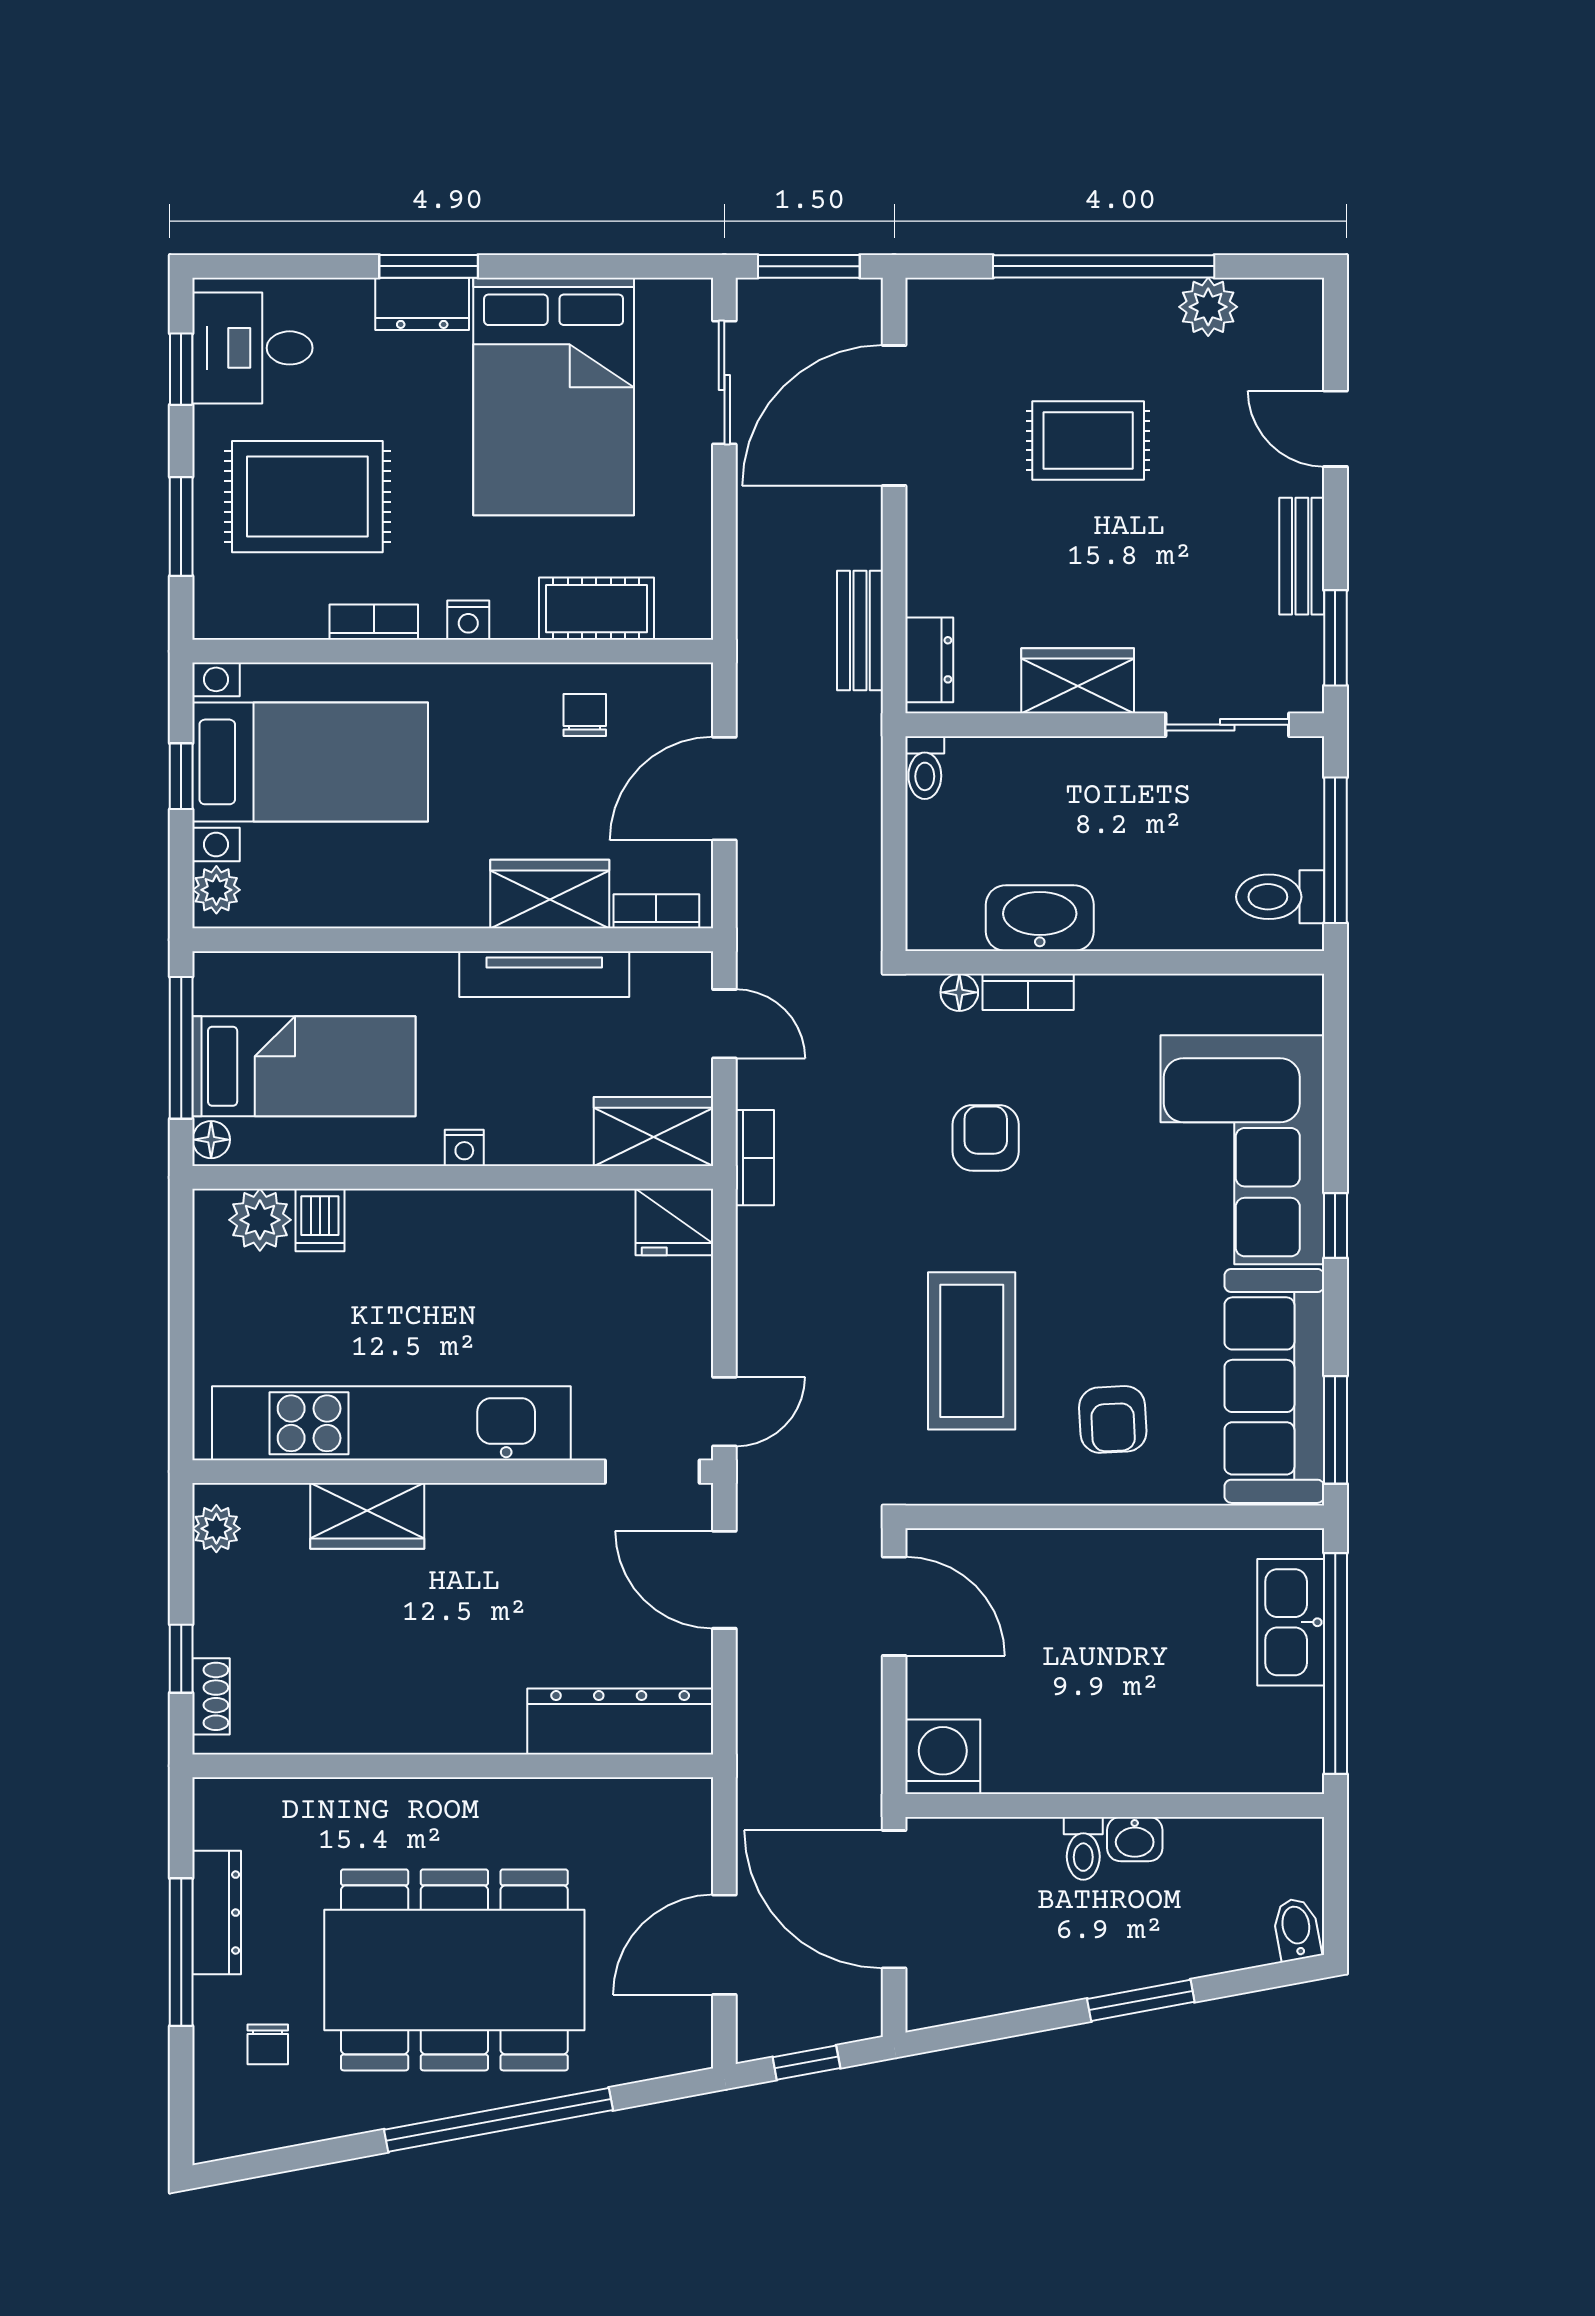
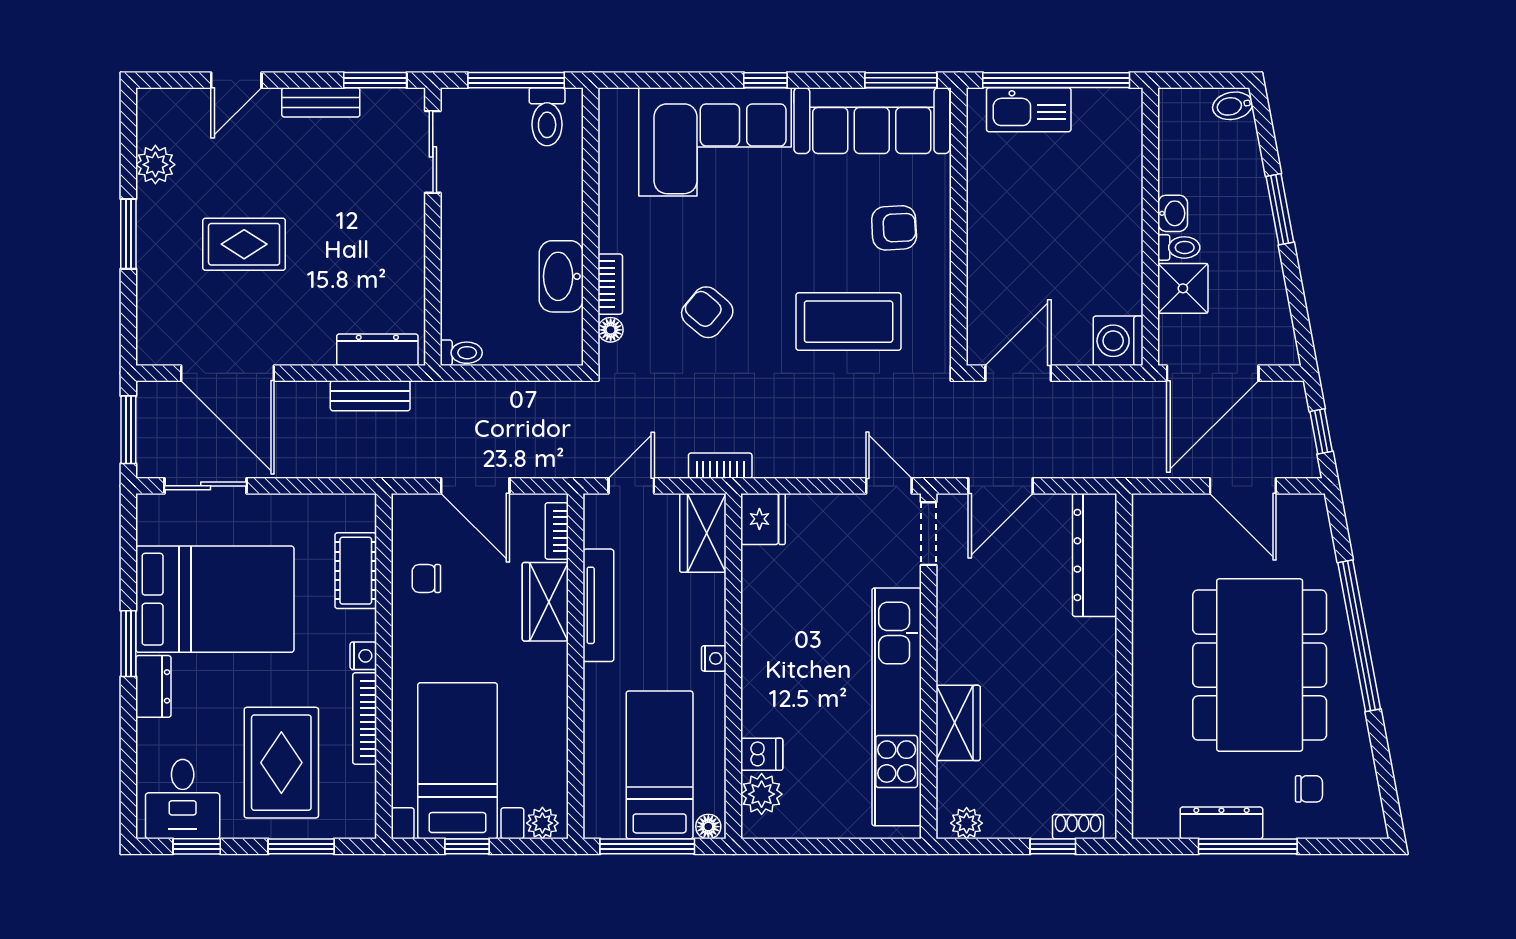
window: (429, 266) -> (128, 644), moved
window: (1104, 266) -> (128, 234), width x0.47
rug: (1088, 441) -> (244, 244), turned 90
bookcase: (374, 622) -> (365, 719), width x1.56
dresser: (929, 660) -> (377, 350), width x1.44
wardrobe: (1078, 681) -> (404, 251), removed
armchair: (986, 1138) -> (707, 312), turned 40
shower: (1022, 1854) -> (1183, 288), added

